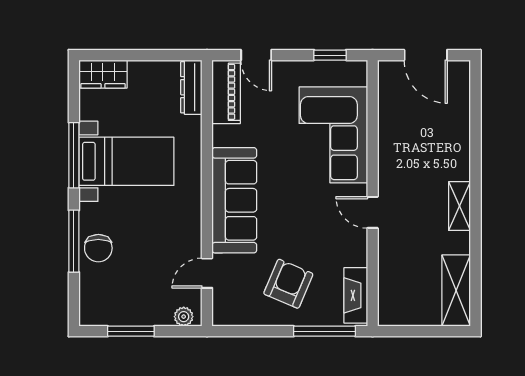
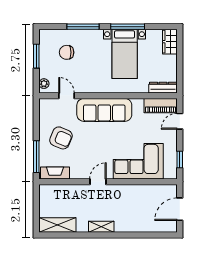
chair: (98, 248) -> (67, 52), moved

